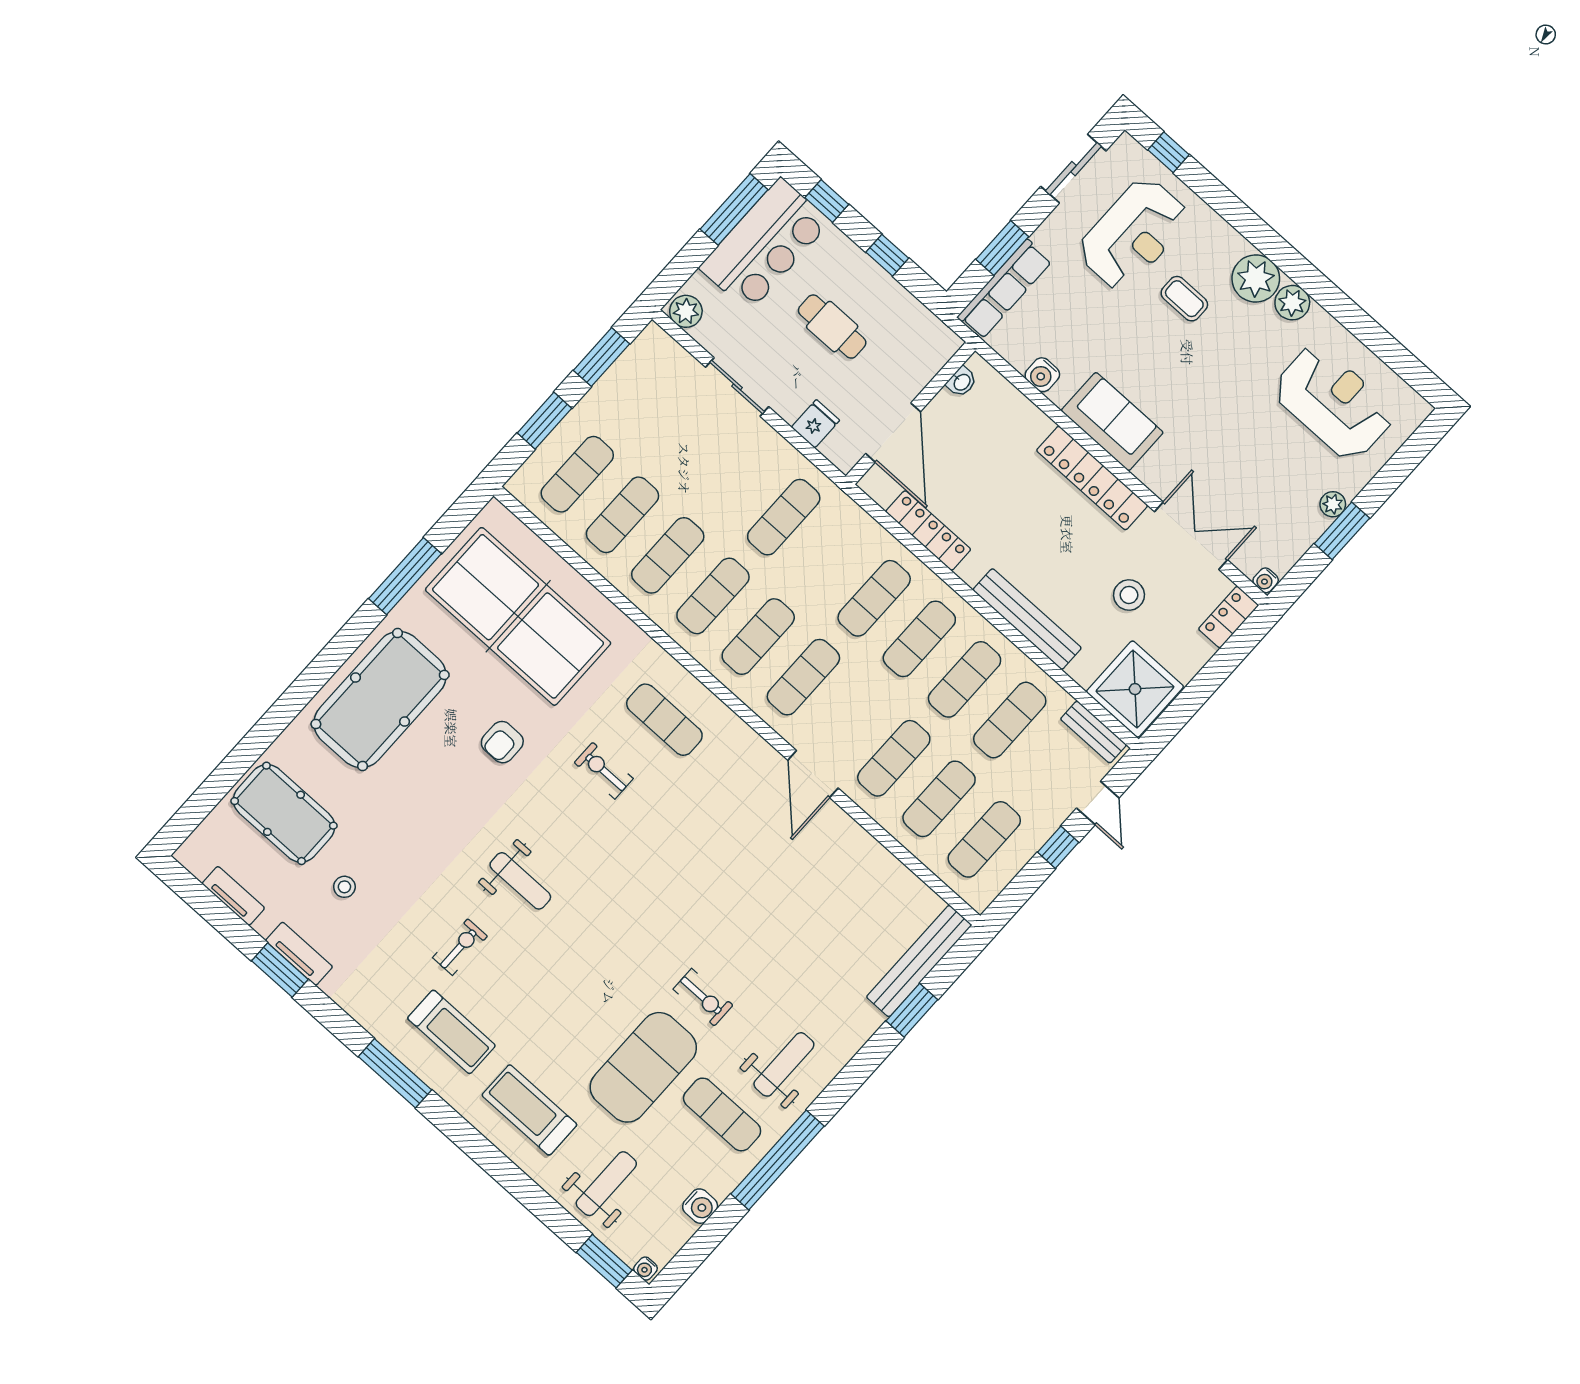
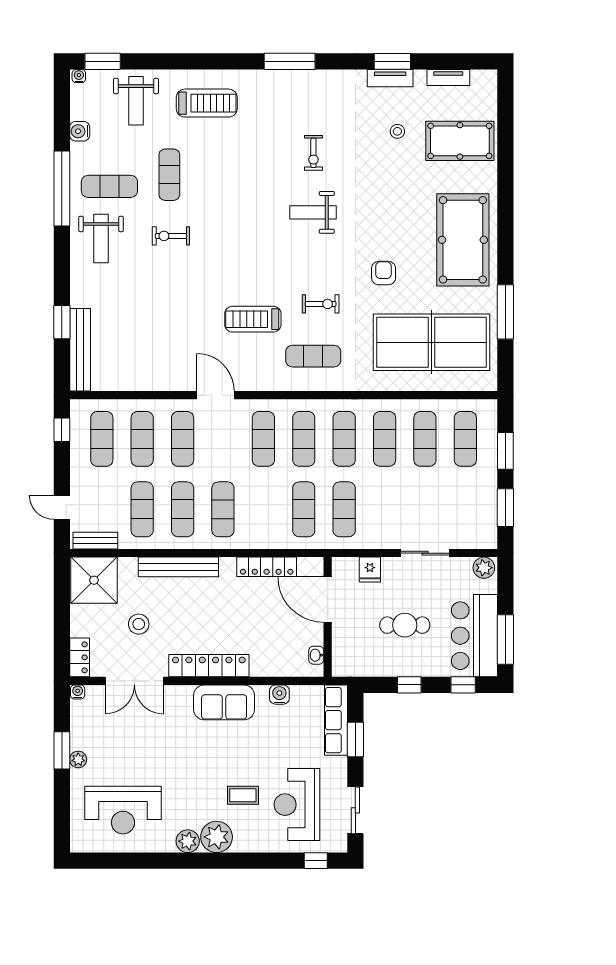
exercise mat: (874, 598) -> (304, 509), moved
window: (1058, 847) -> (62, 430), moved
treadmill: (451, 1032) -> (253, 319), moved
exercise mat: (643, 1067) -> (169, 175), width x0.50, depth x0.69

